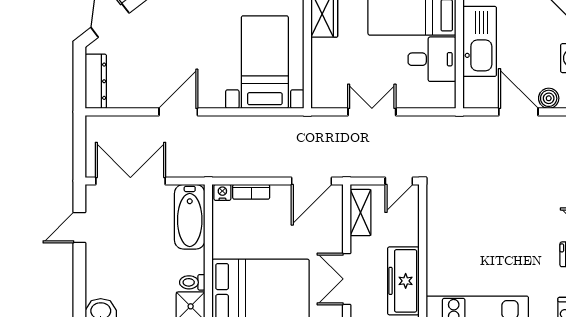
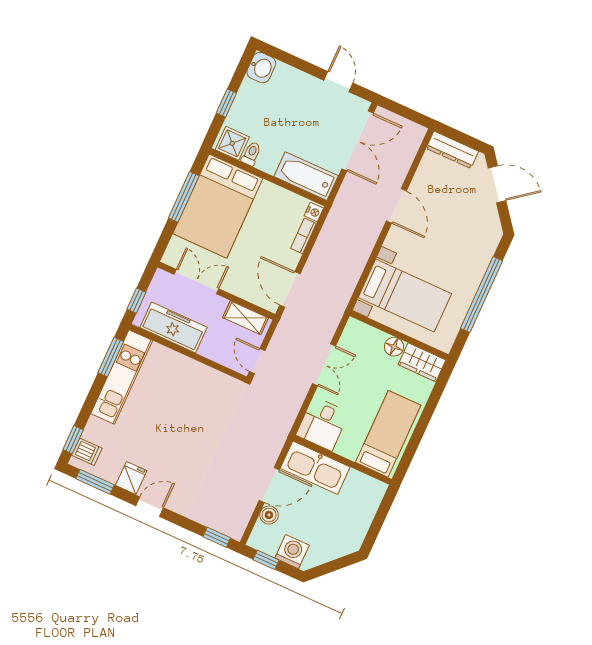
kitchen sink: (480, 41) -> (315, 468), moved
floor lamp: (321, 50) -> (394, 347), added
desk: (432, 59) -> (323, 424), moved

